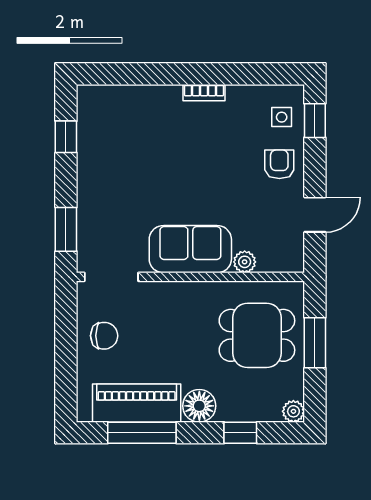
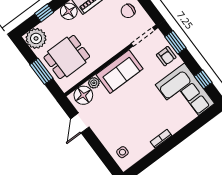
window: (315, 121) -> (108, 161), removed
corner sofa: (113, 135) -> (185, 94), added
armchair: (279, 164) -> (166, 56), moved
floor lamp: (276, 255) -> (83, 95), added
plant: (293, 411) -> (36, 38), width x1.88, depth x1.88

